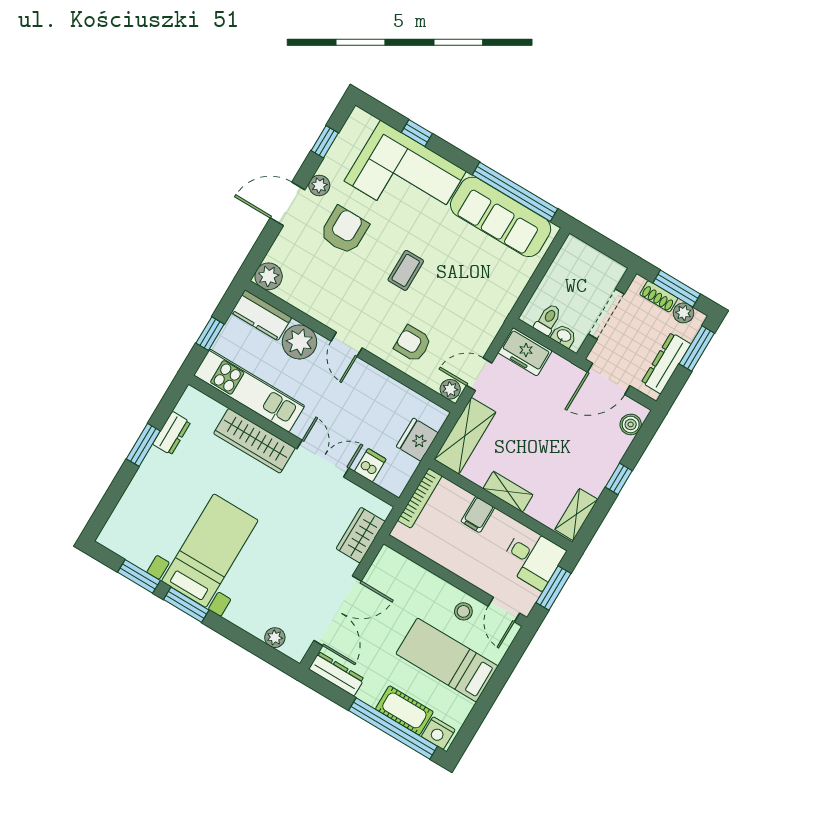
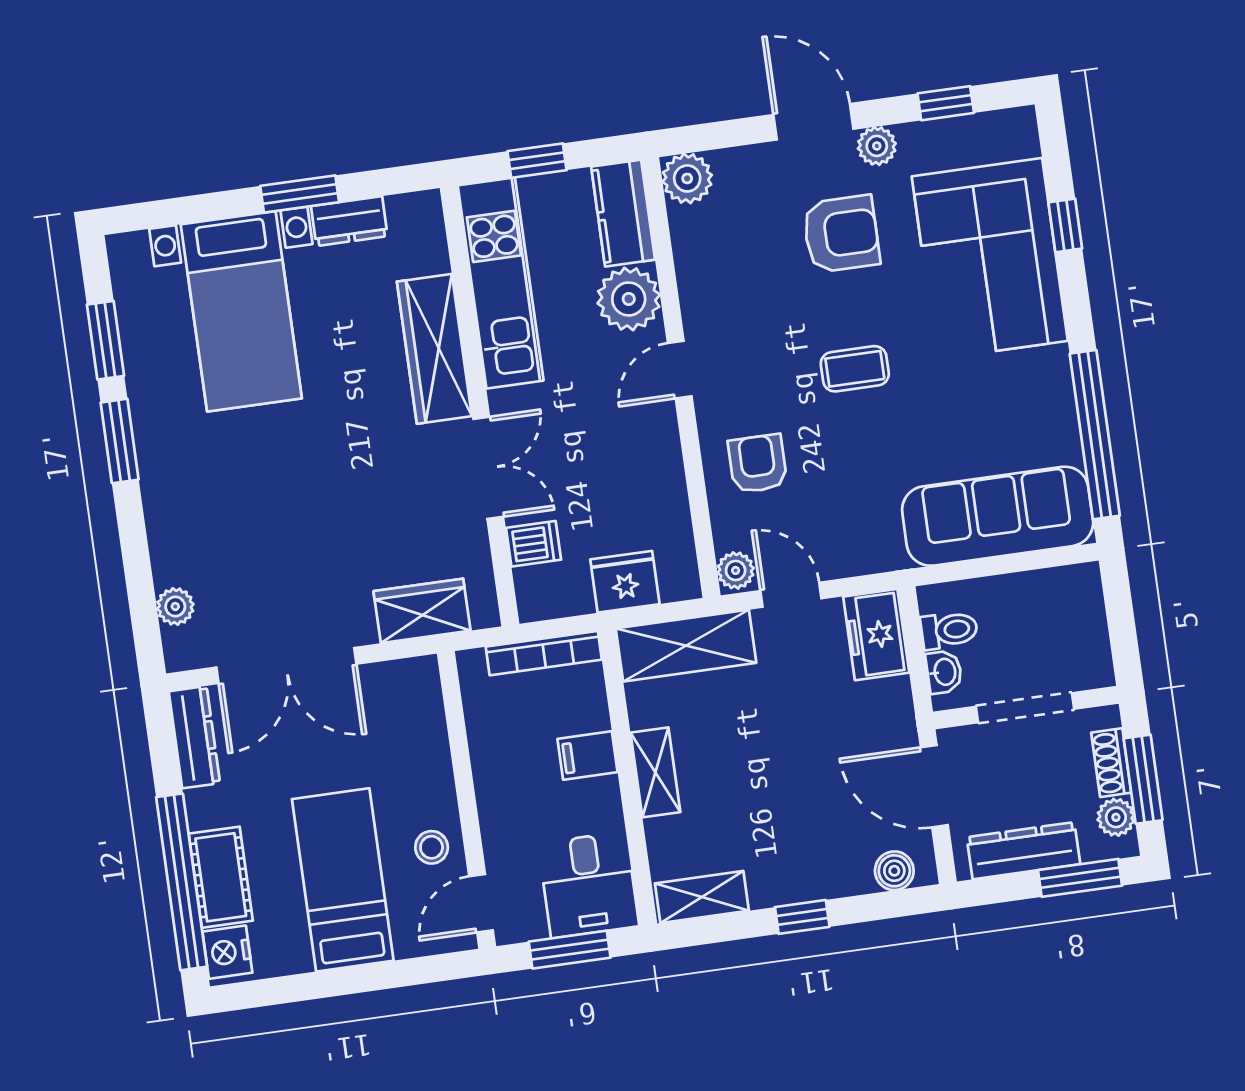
sofa: (501, 217) -> (998, 516), moved, turned 90
bed with nightstands: (210, 551) -> (241, 311), moved, turned 90

